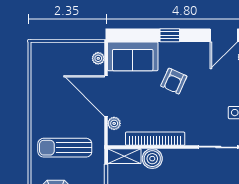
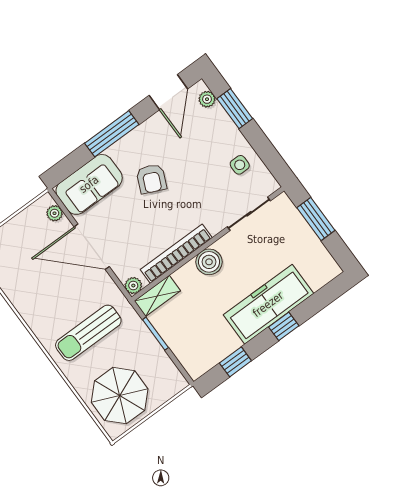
window: (170, 35) -> (112, 134), width x2.17
plant: (114, 123) -> (133, 286), moved
boiler: (152, 159) -> (209, 262), moved

